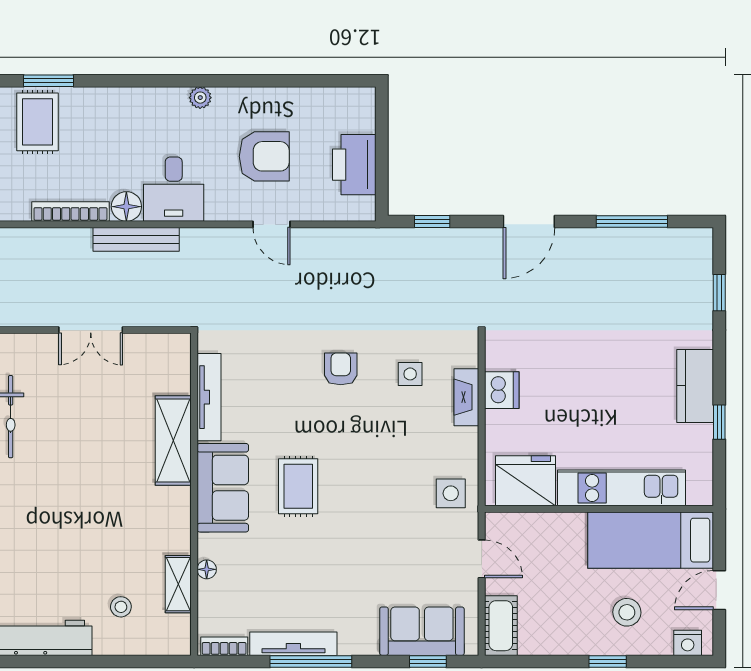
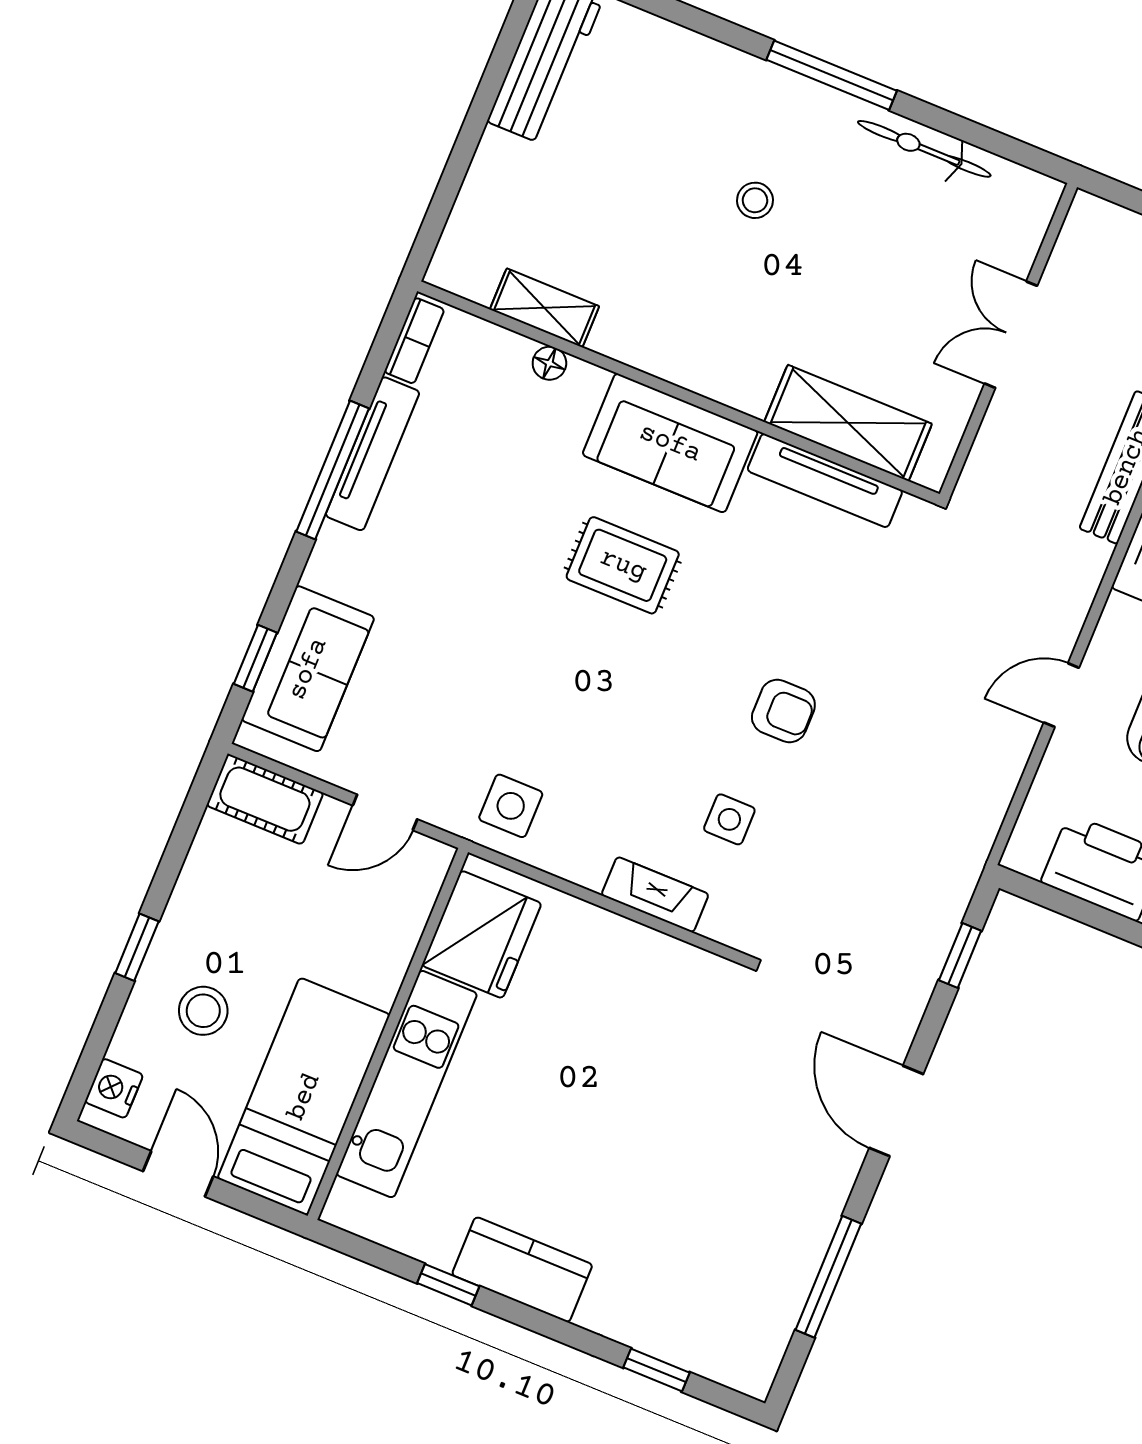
dishwasher: (502, 390) -> (643, 956), removed
shelving: (173, 441) -> (848, 423), moved
stool: (121, 607) -> (755, 200), moved

